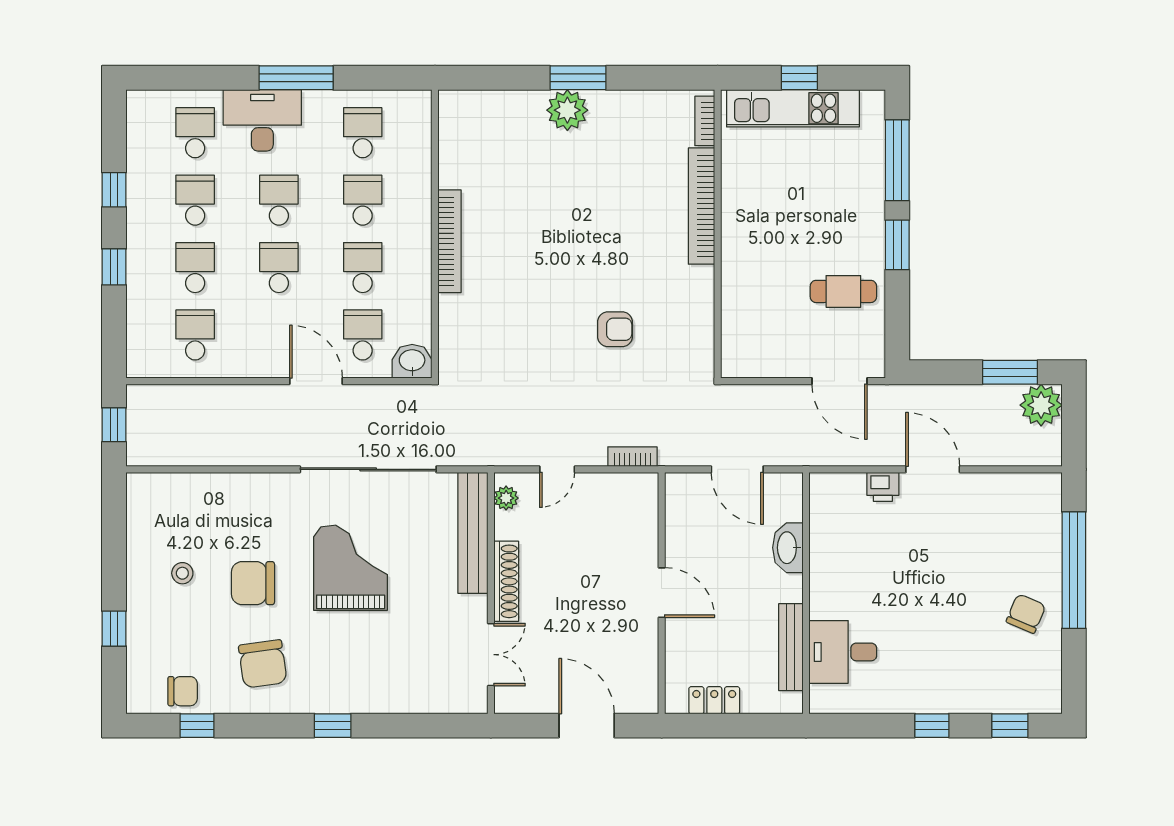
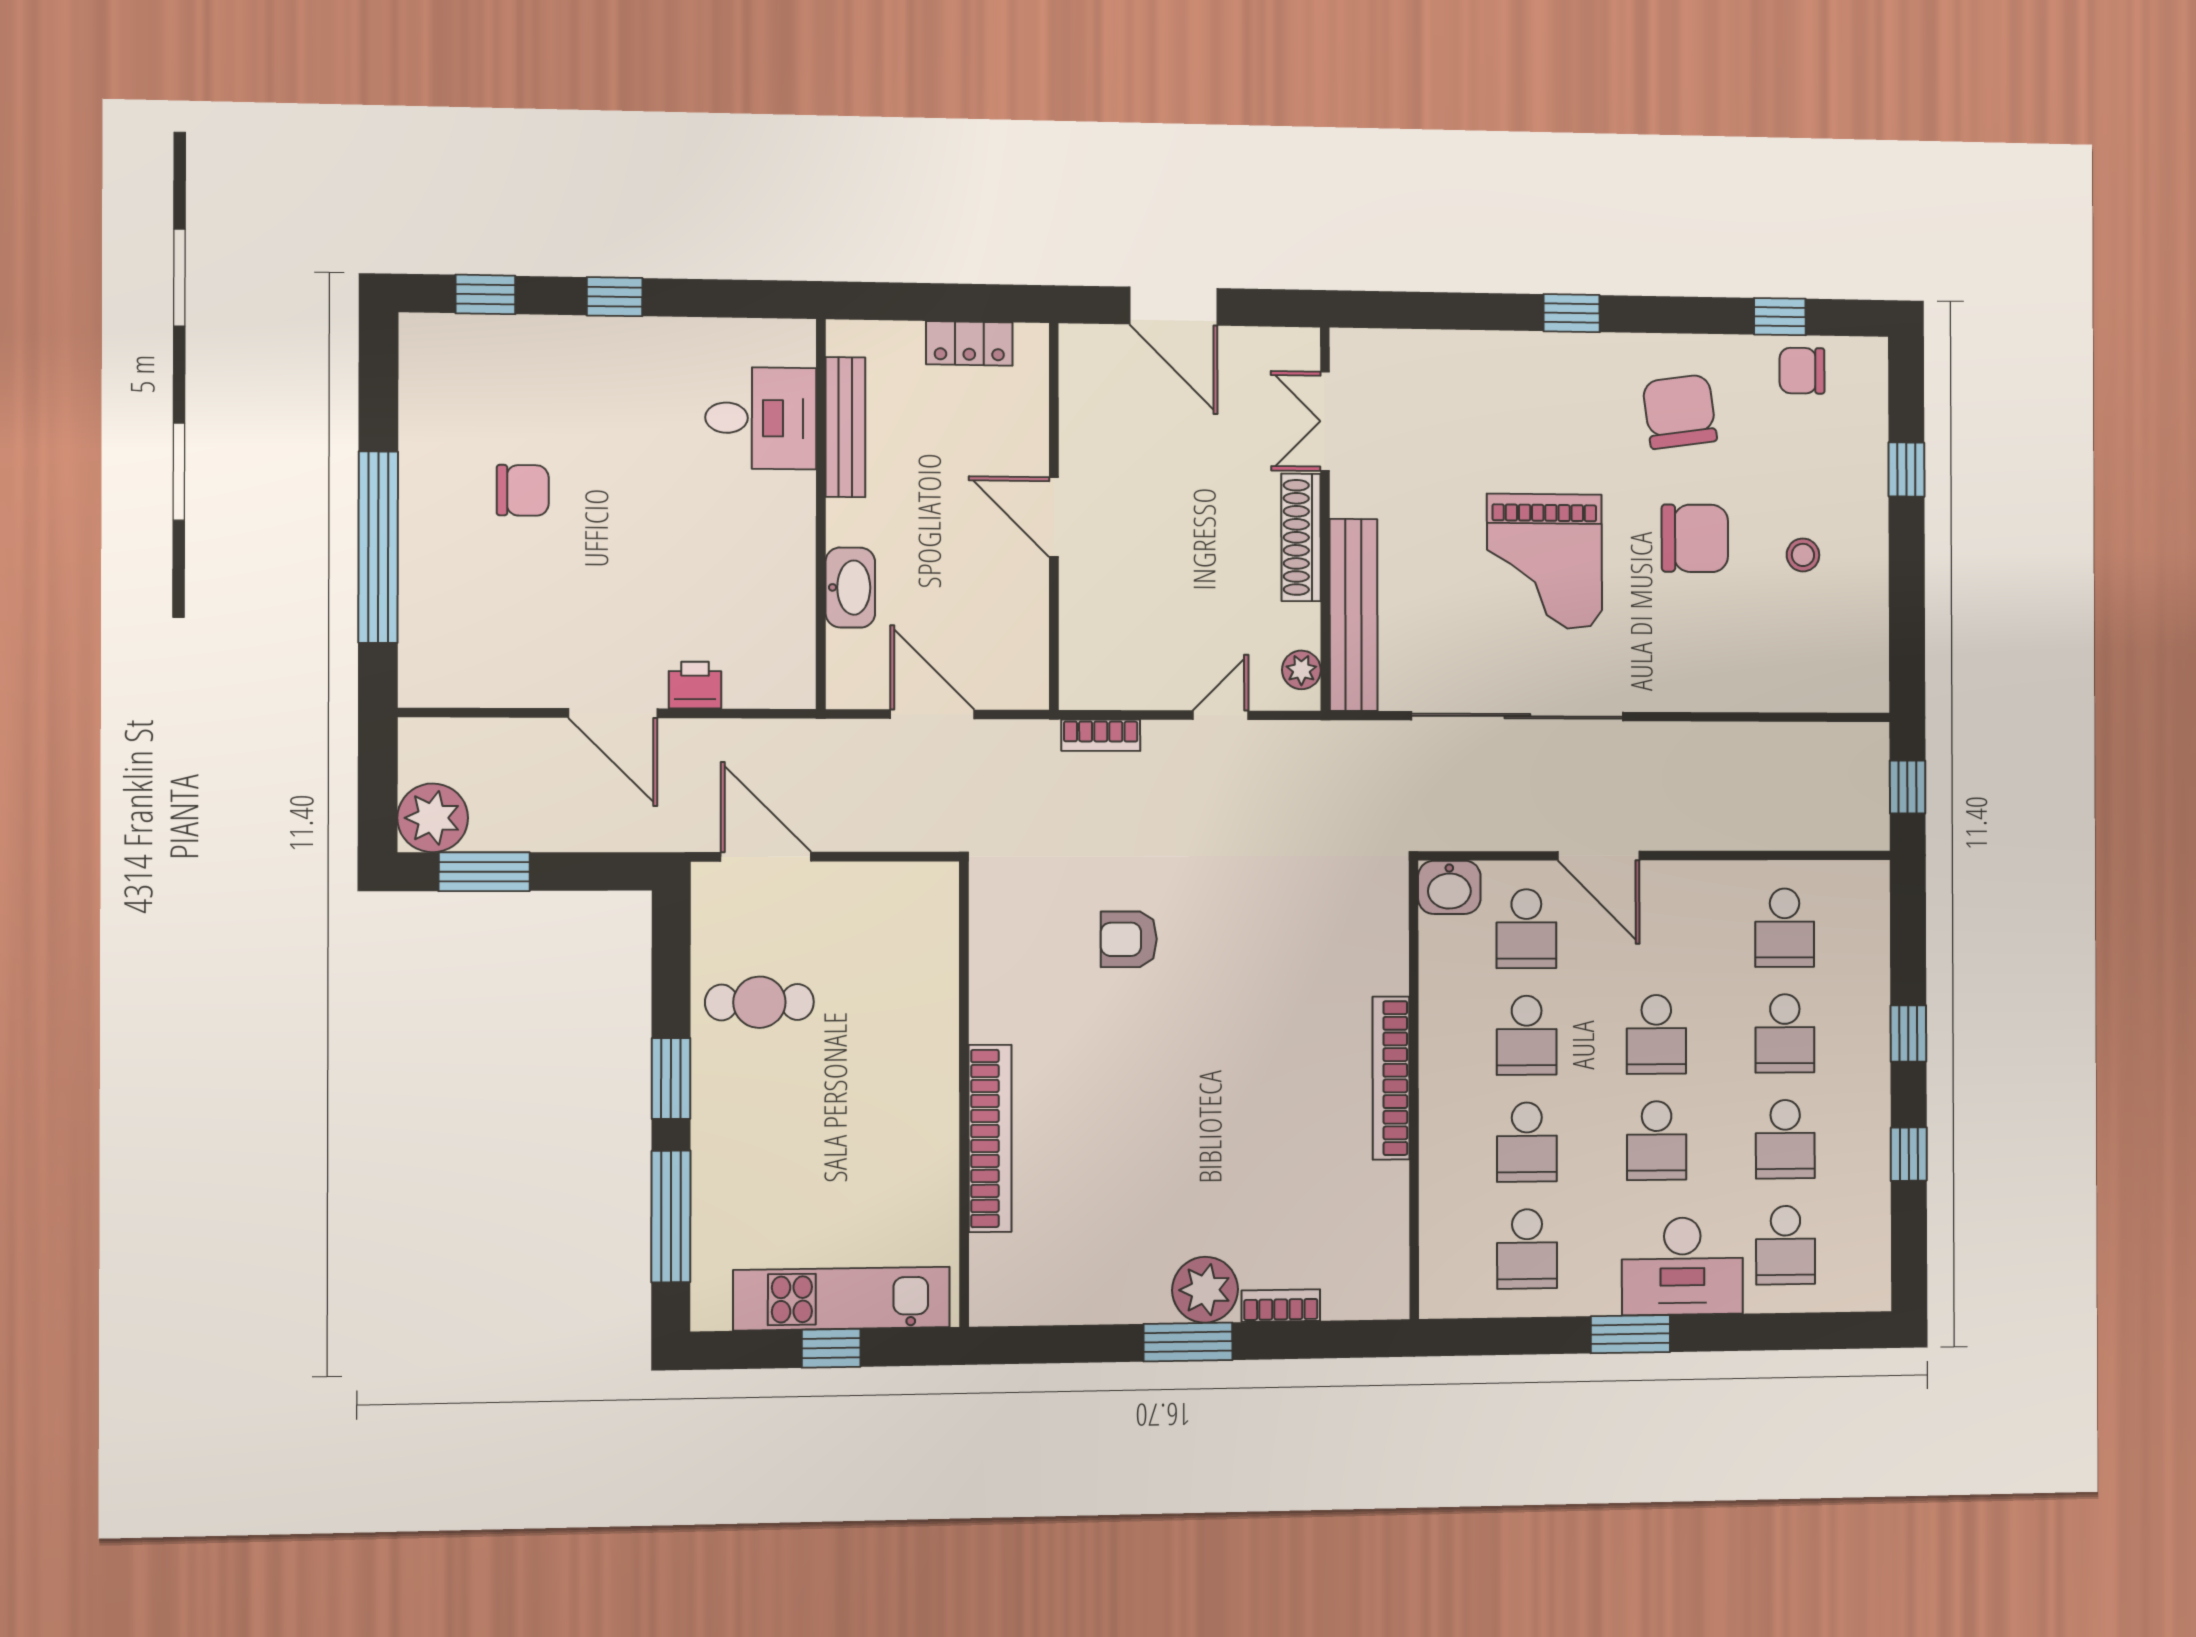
window: (296, 78) -> (1630, 1334), width x0.69
bookcase: (705, 121) -> (1281, 1306), moved, turned -90
chair: (1026, 614) -> (523, 490), moved, turned -113

